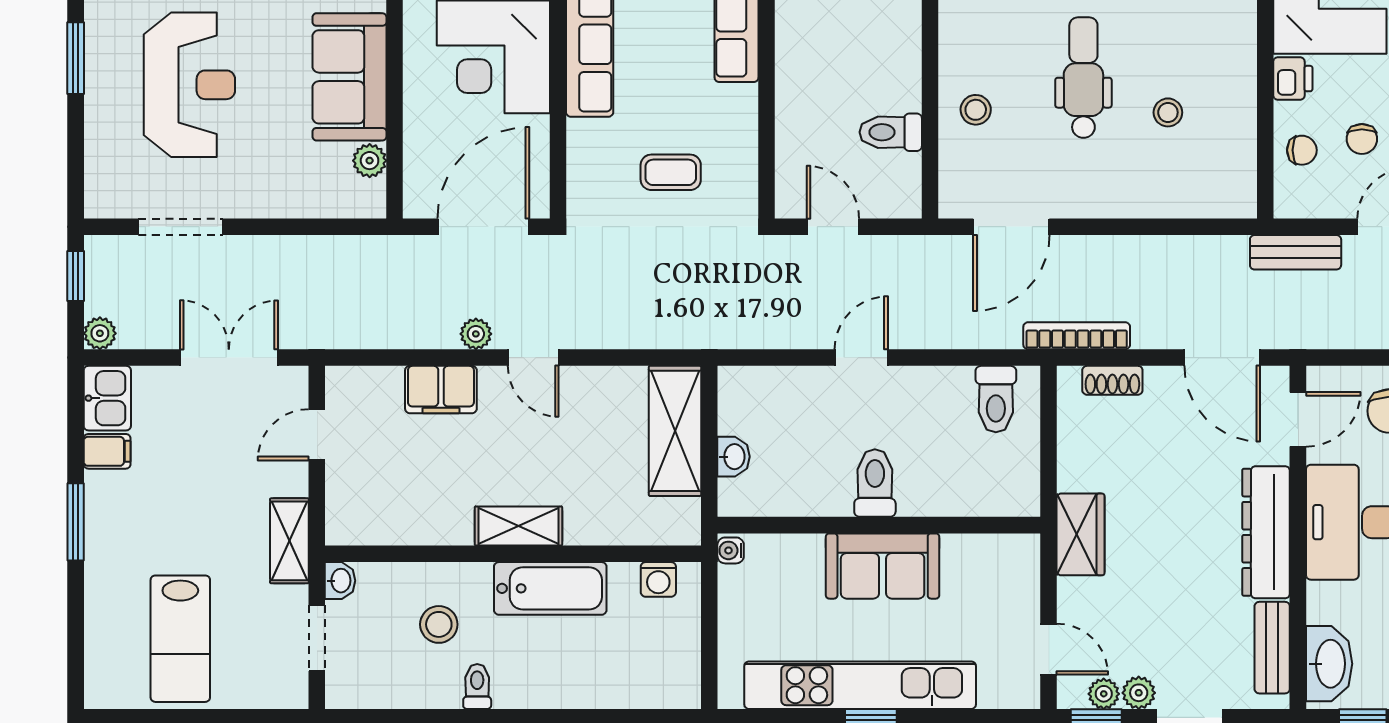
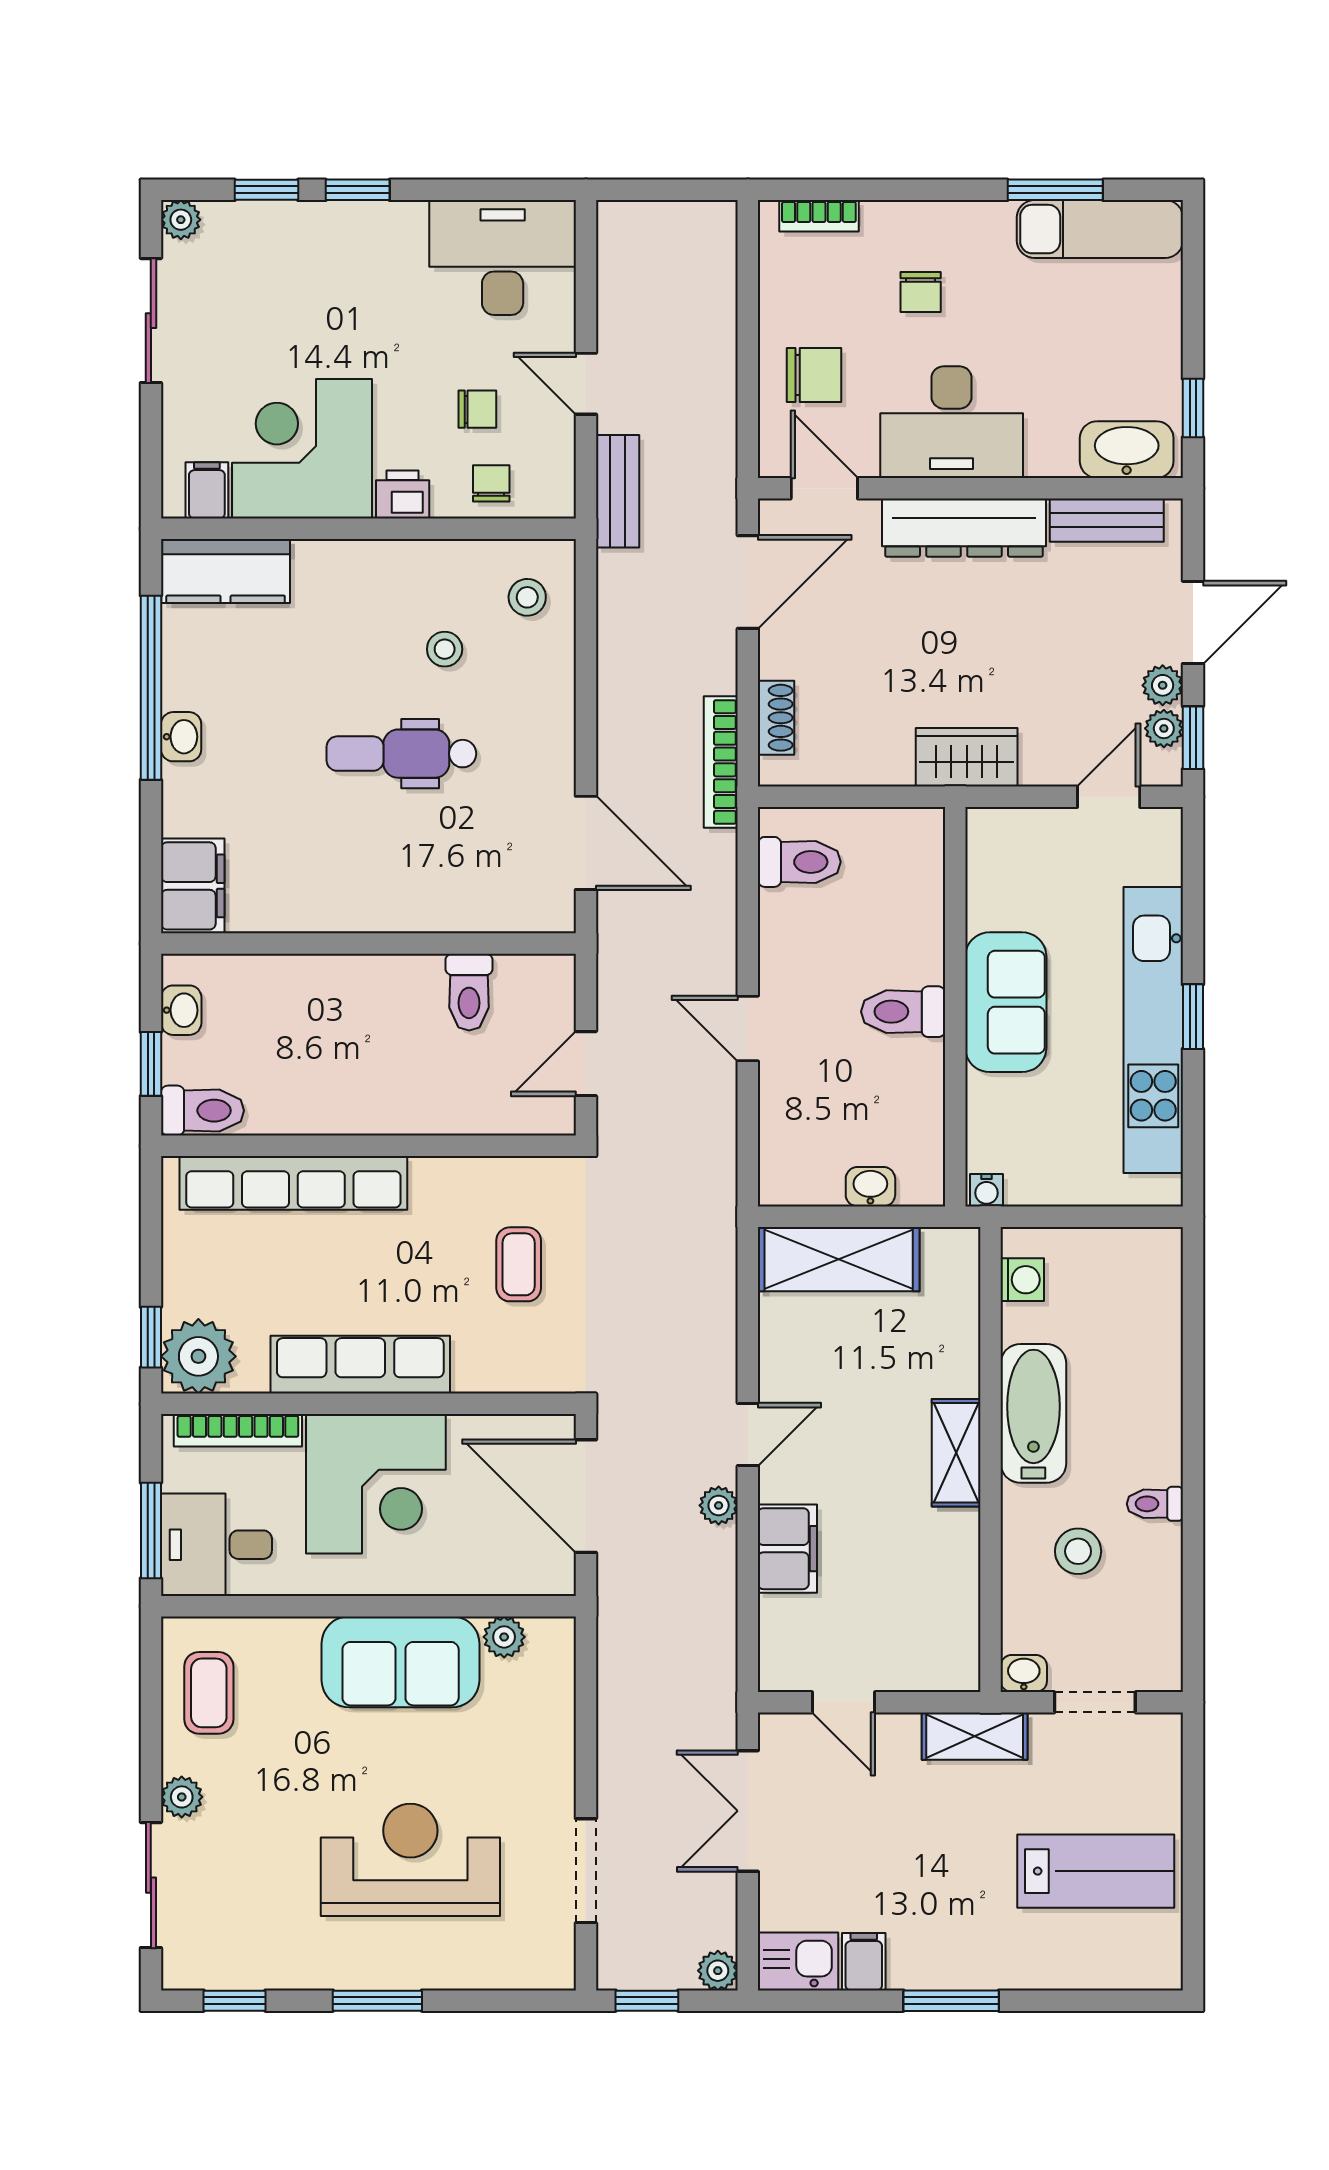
stool: (976, 110) -> (527, 597), moved

